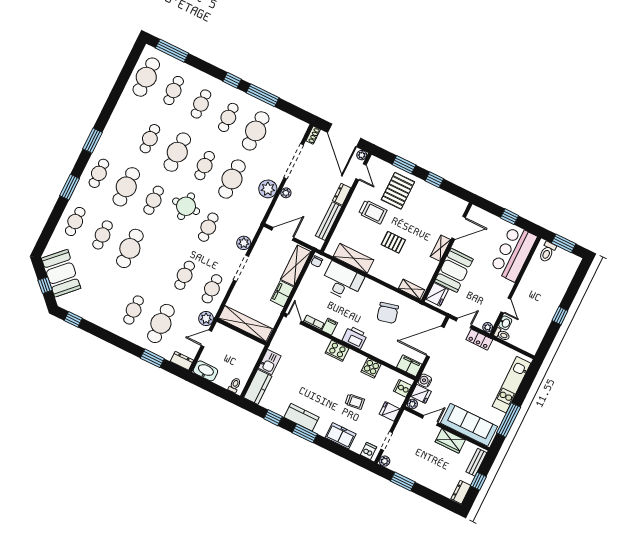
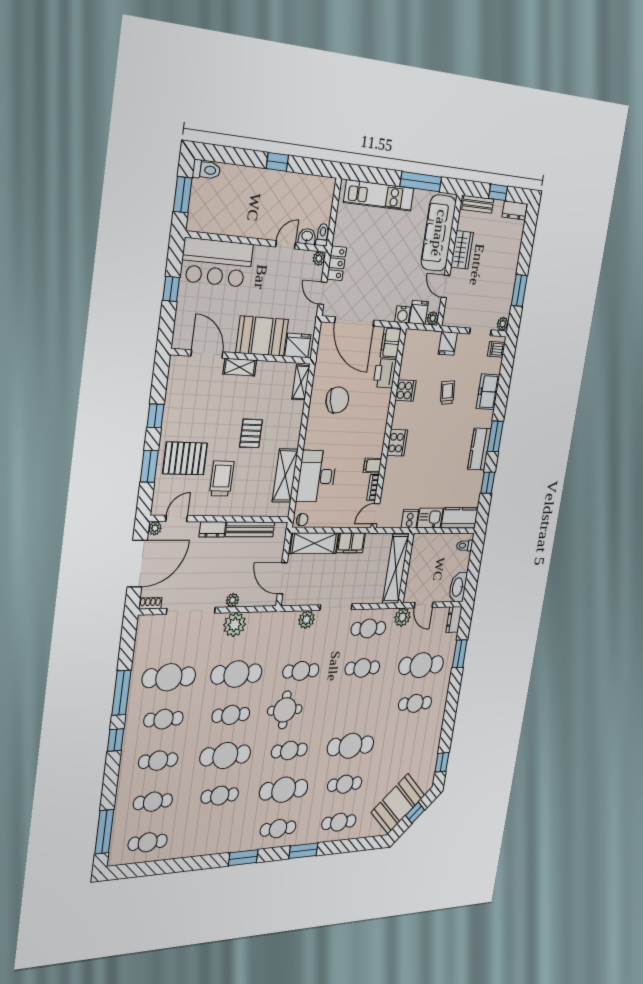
cafe table: (146, 77) -> (148, 842), width x0.73, depth x0.74
toilet: (547, 252) -> (206, 170), moved
printer: (355, 337) -> (385, 373), moved
cooker: (403, 388) -> (410, 519), moved, turned 180

